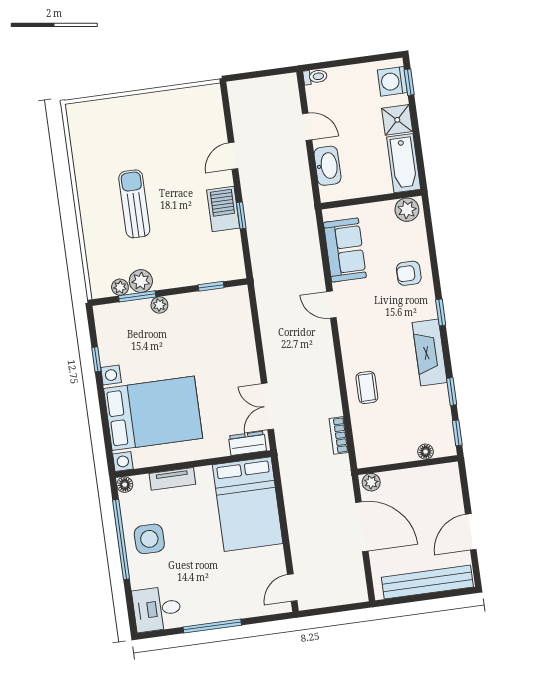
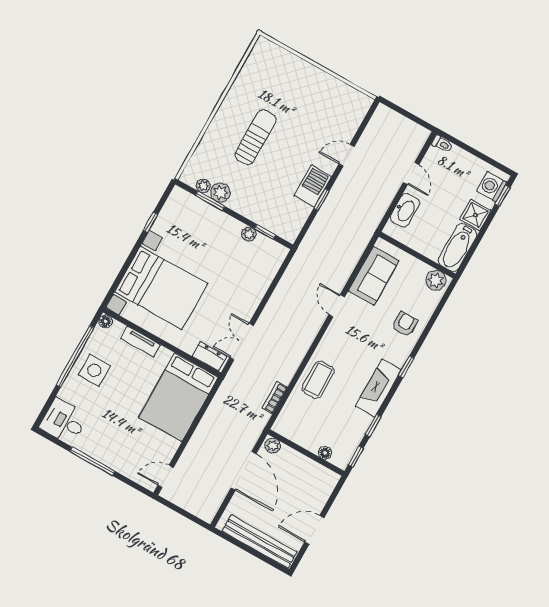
armchair: (409, 273) -> (405, 324), turned 90
plant: (159, 305) -> (249, 234), moved
coffee table: (367, 387) -> (318, 380), width x1.36, depth x1.30

